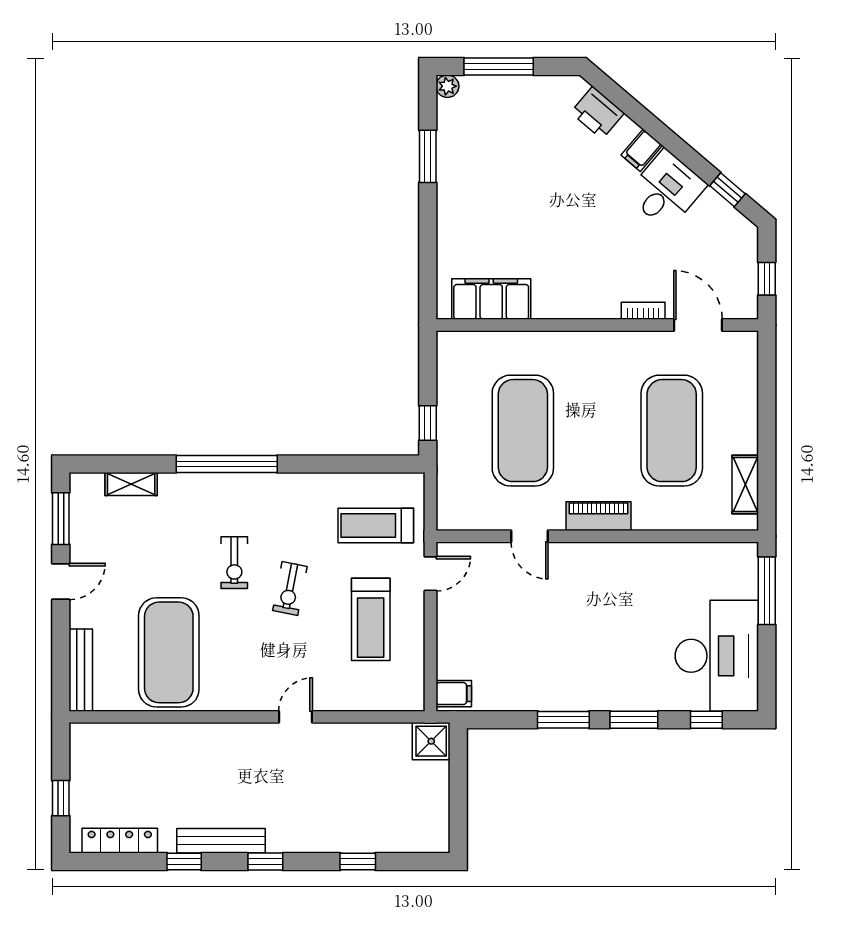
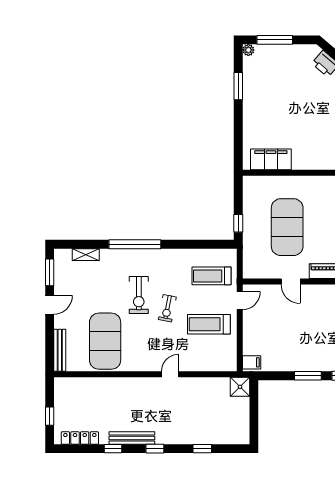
exercise bike: (234, 563) -> (139, 295), width x1.38, depth x1.39
treadmill: (371, 619) -> (209, 324), turned 90

